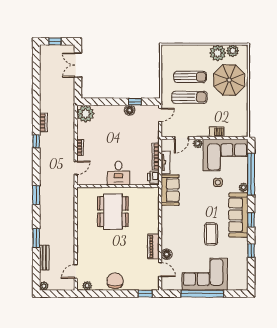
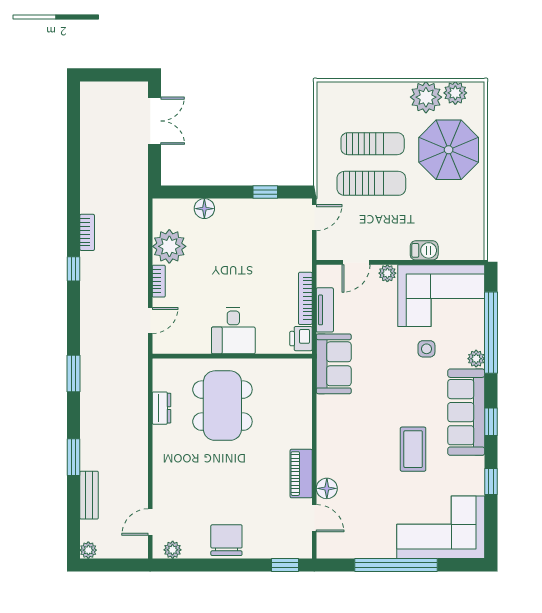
window: (55, 41) -> (110, 75), removed
double door: (78, 65) -> (154, 121), swing flipped
floor lamp: (130, 110) -> (204, 209), moved
plant: (86, 114) -> (169, 246), moved
dresser: (82, 213) -> (161, 408), added
corner sofa: (205, 274) -> (441, 527), moved

